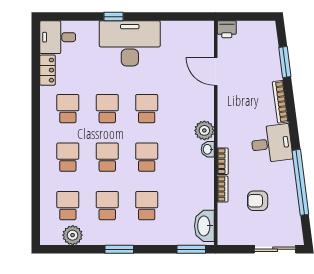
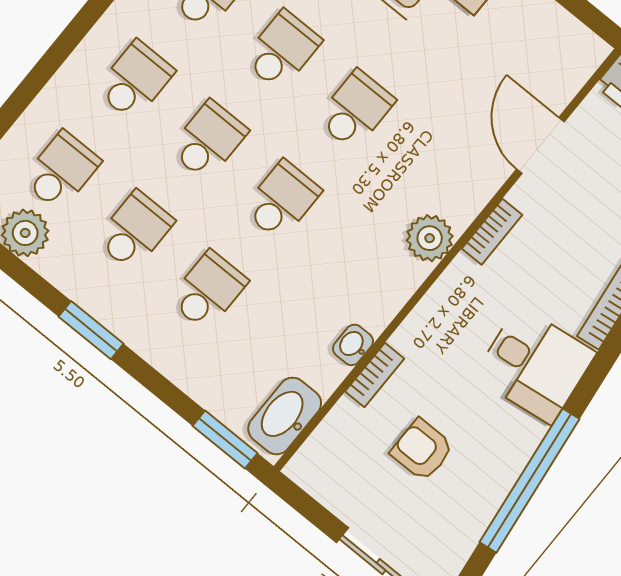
washbasin: (208, 149) -> (353, 345), moved
bookcase: (223, 161) -> (492, 232), moved

